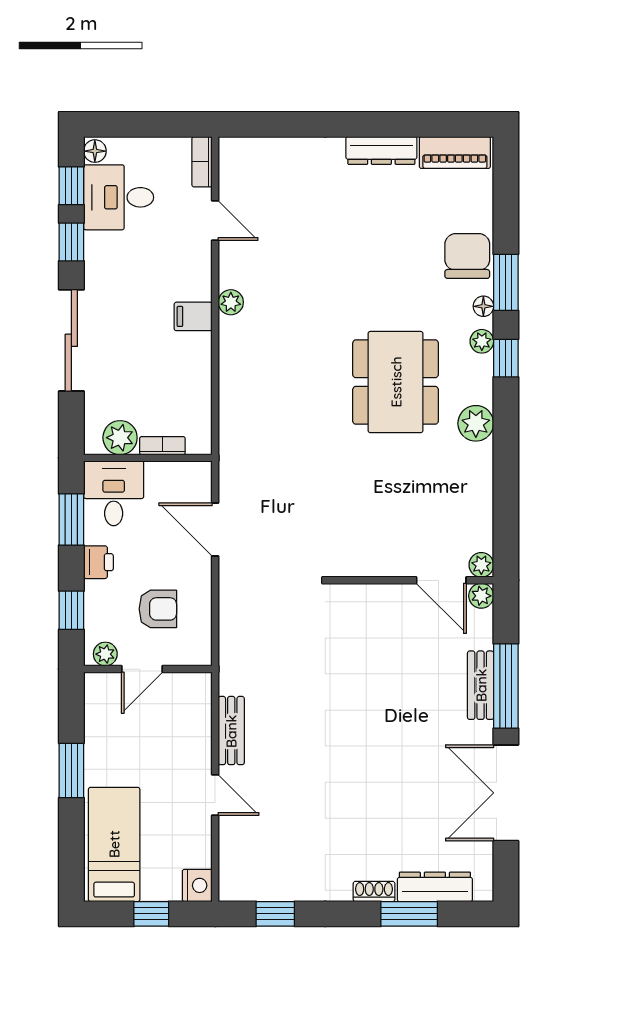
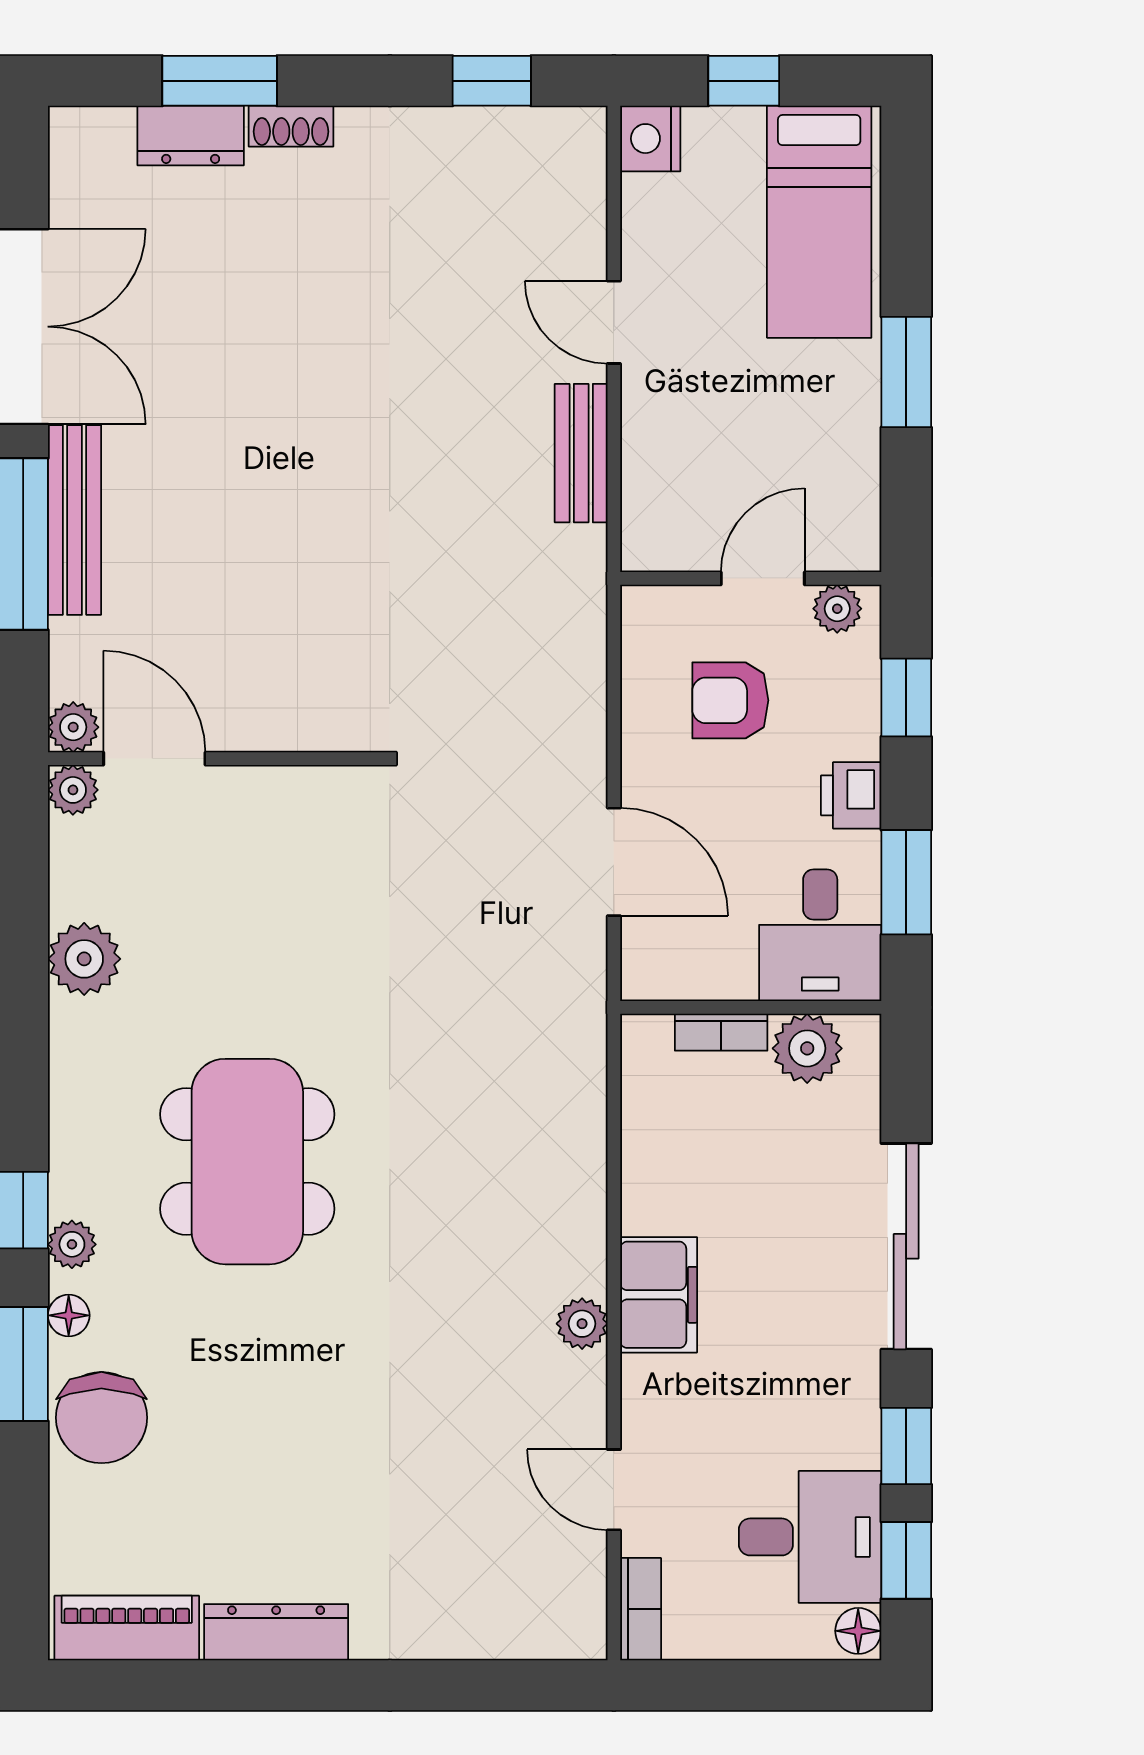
filing cabinet: (193, 316) -> (659, 1295), width x2.00
plant: (476, 423) -> (84, 959), moved
bench: (481, 685) -> (74, 520), width x1.36
dresser: (435, 887) -> (191, 136), width x0.70

